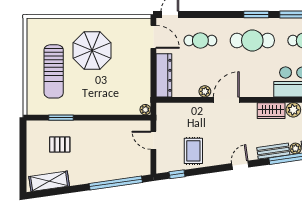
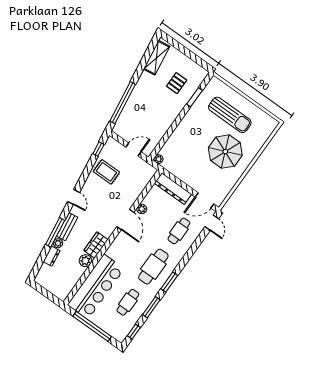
sun lounger: (54, 71) -> (230, 115), turned 180

